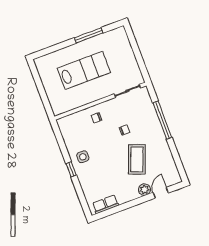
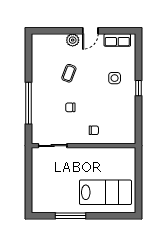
lab bench: (84, 70) -> (105, 192), moved, turned 180
side table: (83, 157) -> (115, 78), moved
coffee table: (137, 159) -> (69, 73), width x0.54, depth x0.58
door: (161, 193) -> (90, 31), moved

